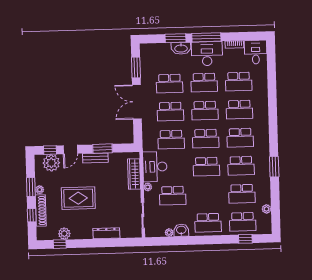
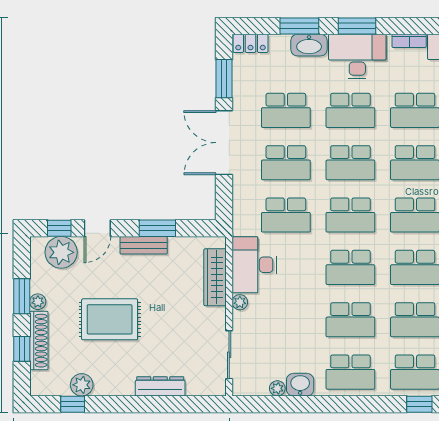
window: (206, 37) -> (357, 26), width x0.69
locker: (150, 48) -> (250, 43), added
school desk: (173, 196) -> (350, 320), moved

